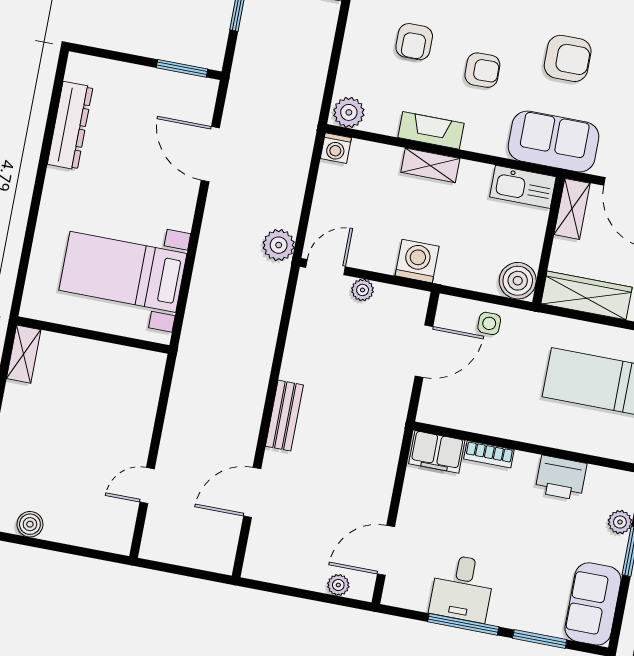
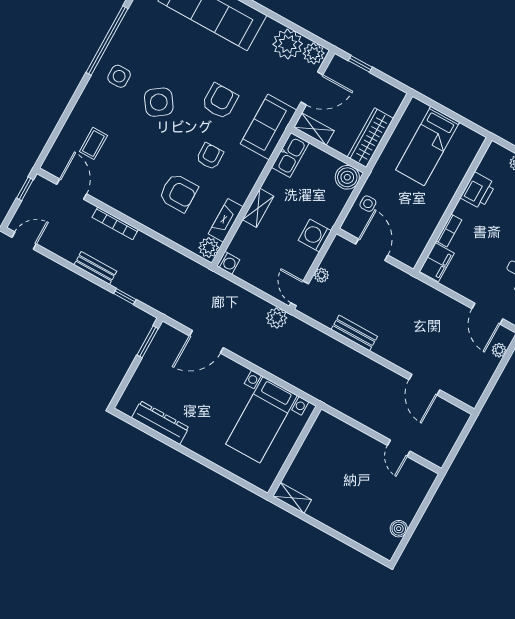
armchair: (414, 42) -> (178, 193), width x1.38, depth x1.38
fireplace: (431, 130) -> (226, 220), moved
bench: (284, 416) -> (354, 333), moved

